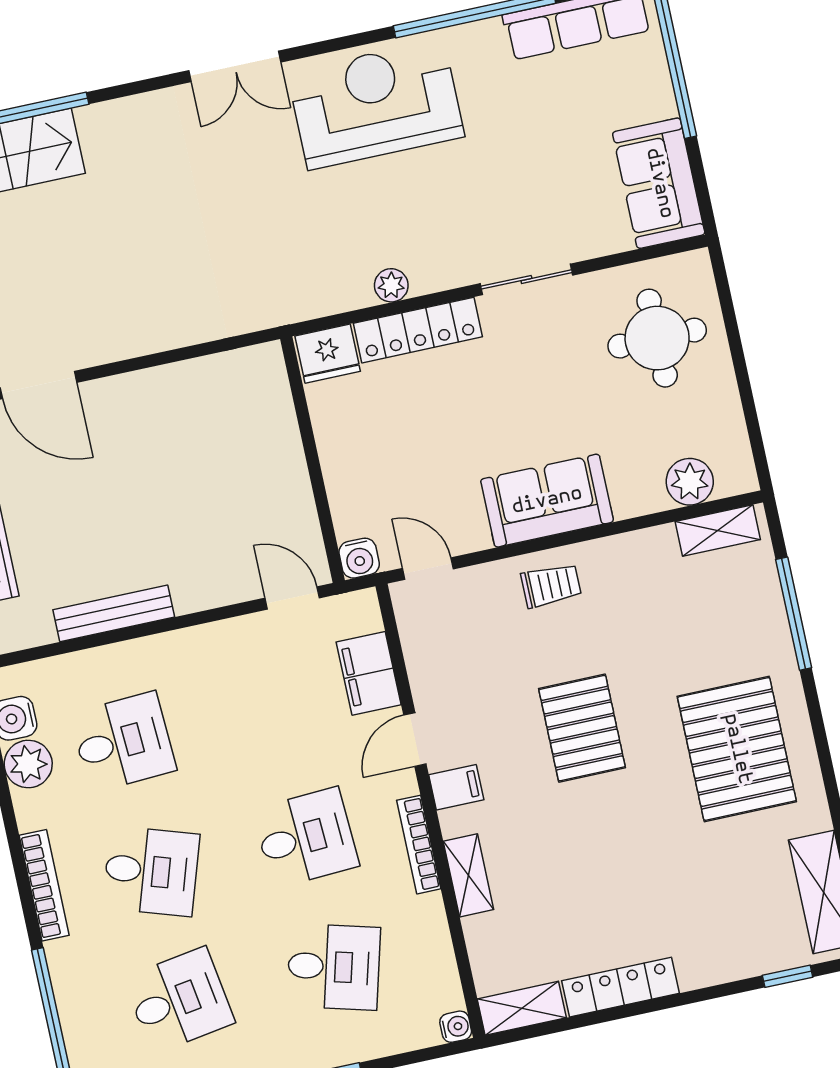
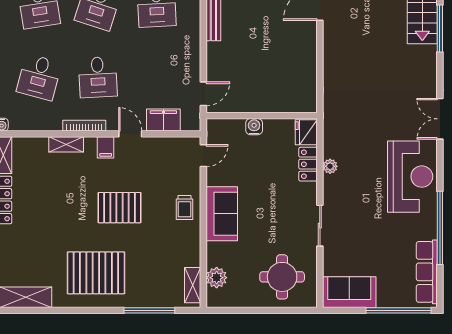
locker: (418, 330) -> (308, 164), width x0.66
water cooler: (359, 558) -> (254, 127), moved, turned 90

